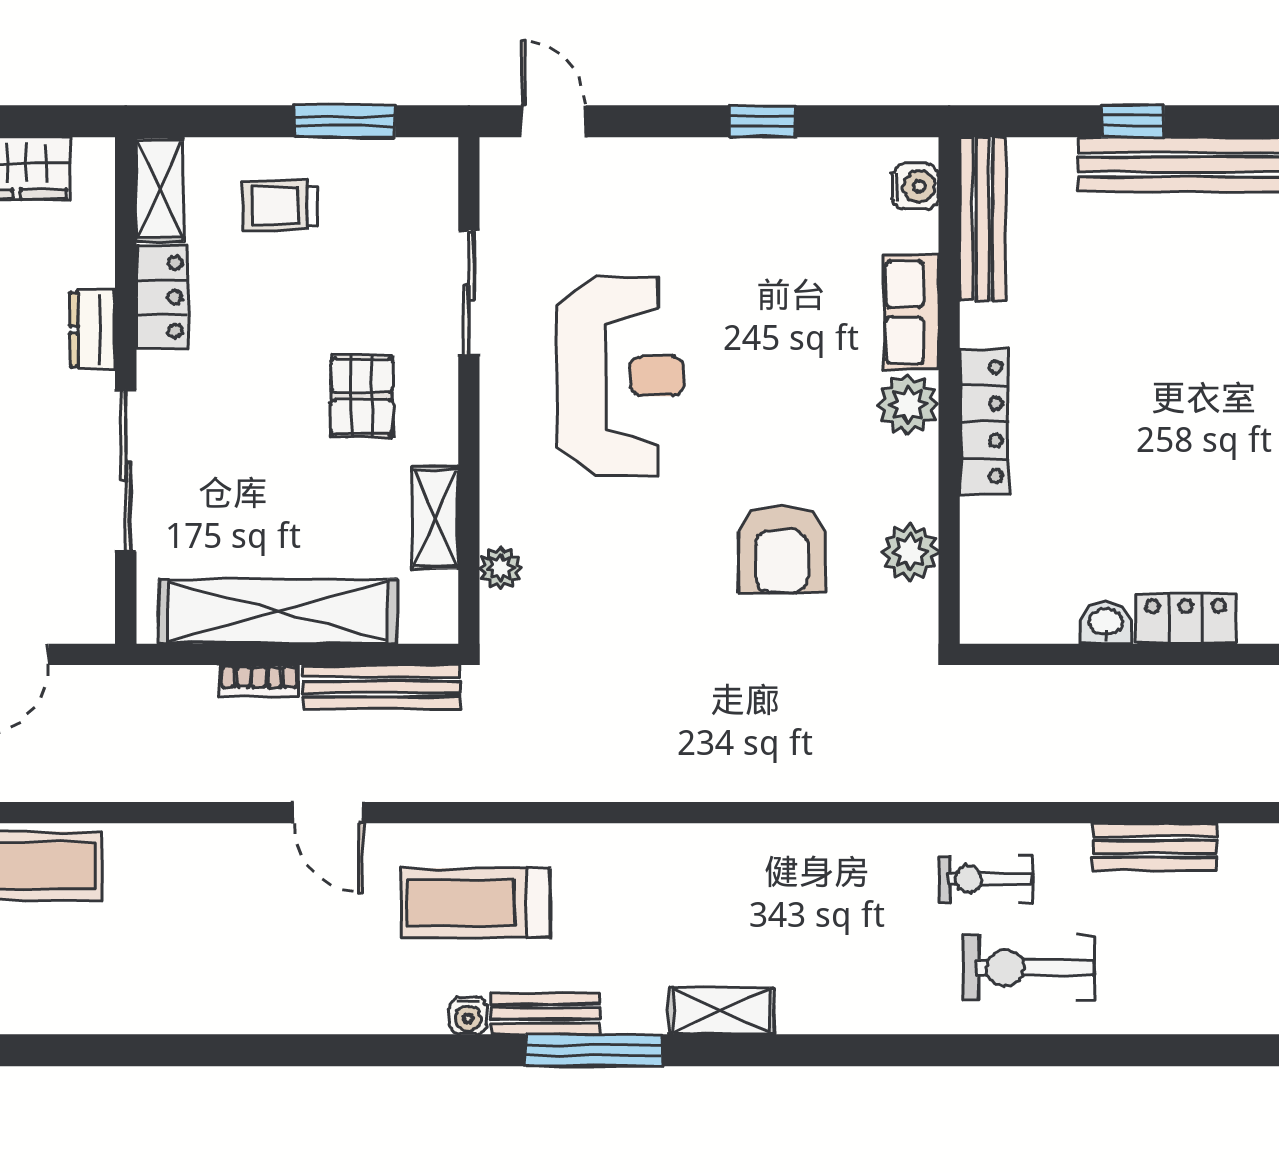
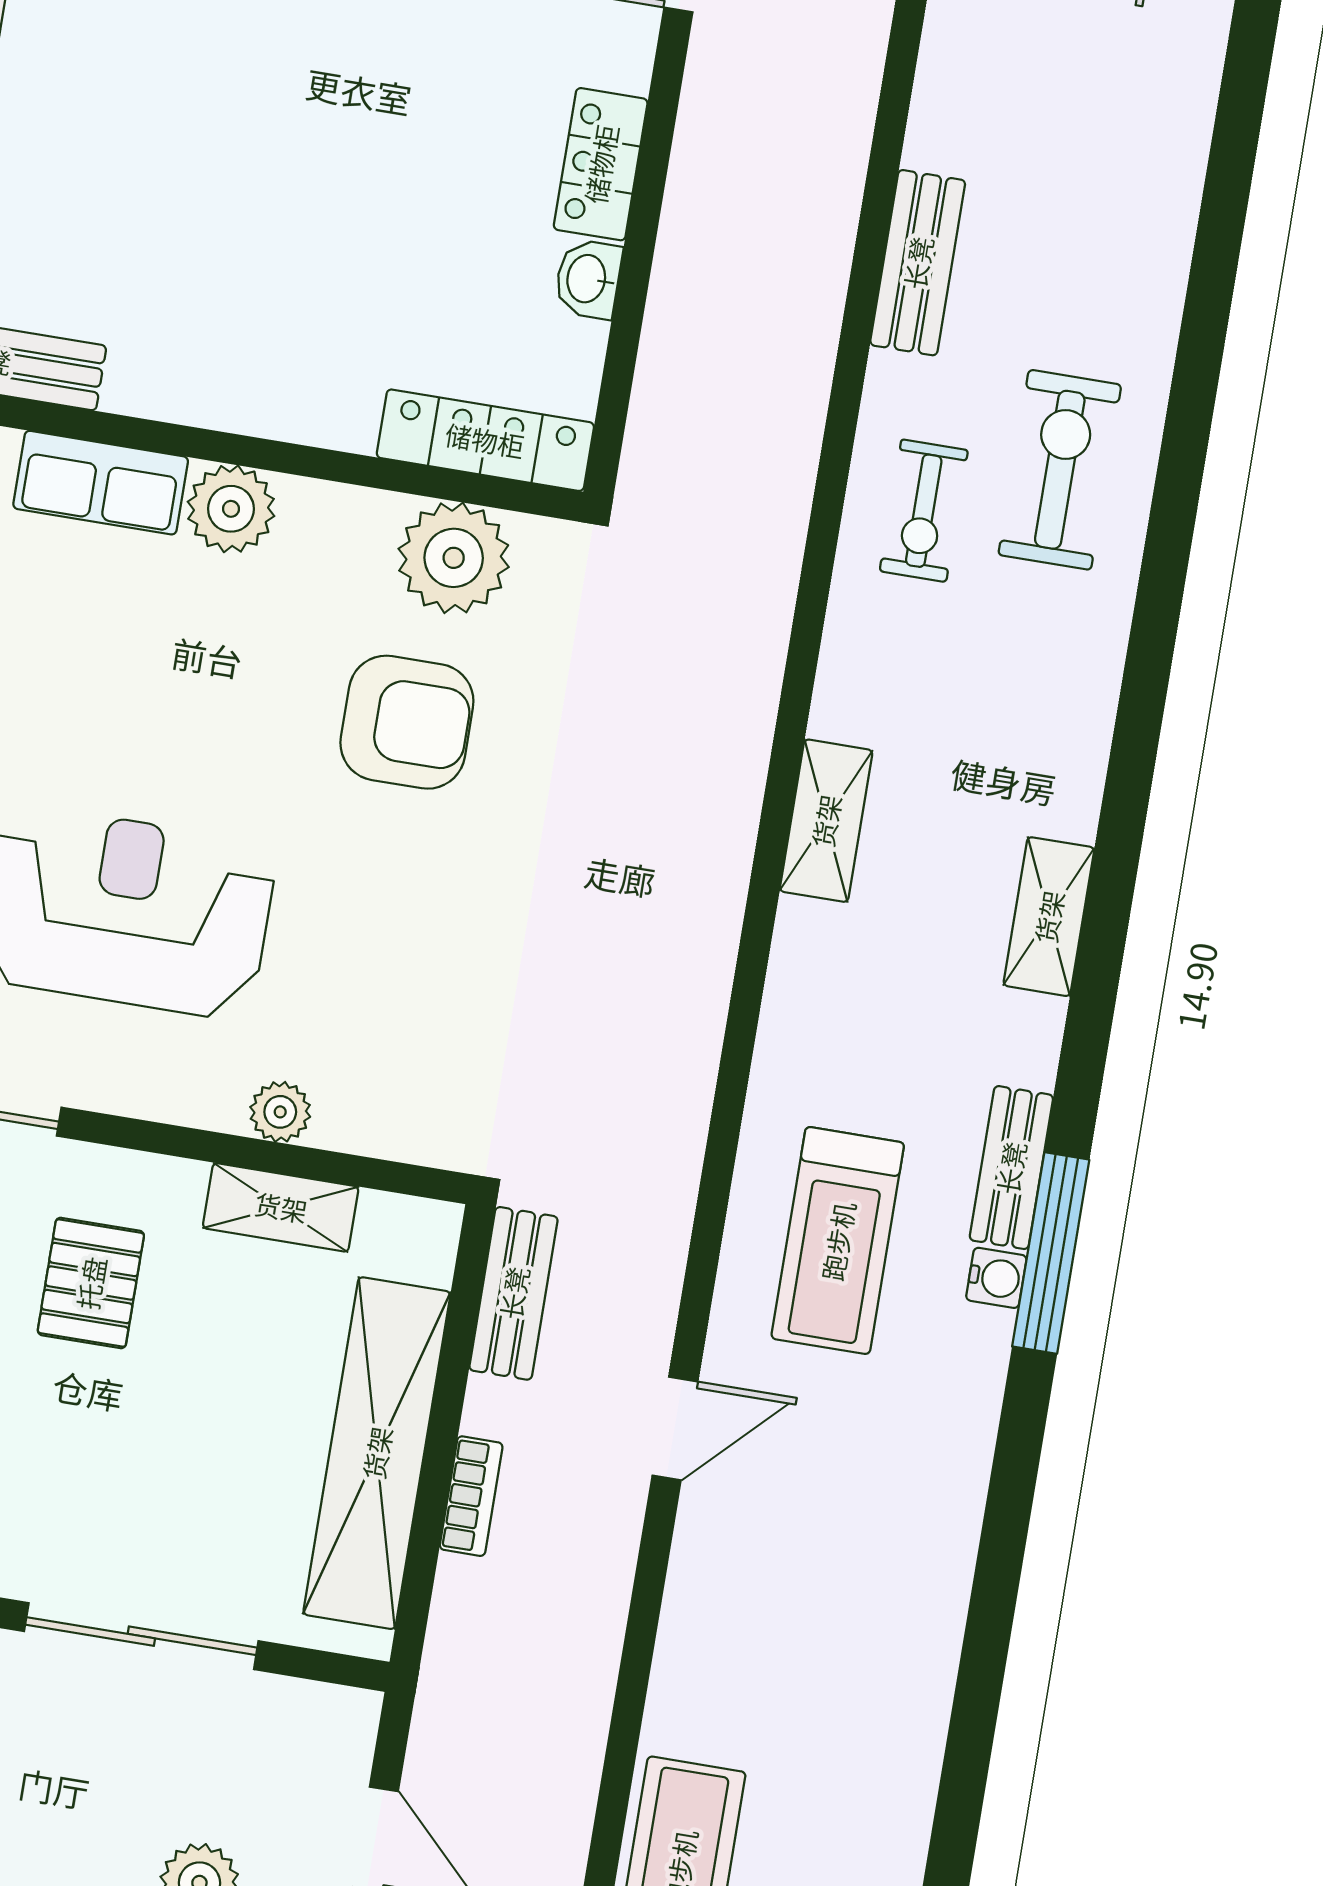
pallet: (362, 396) -> (91, 1283), turned 90
locker: (984, 422) -> (485, 440), moved
plant: (910, 552) -> (454, 558), width x1.36, depth x1.36
plant: (501, 568) -> (280, 1112), moved
bench: (382, 687) -> (514, 1293), width x0.73
shelving: (762, 847) -> (826, 821), added
exercise bike: (1029, 968) -> (1060, 470), turned 180
window: (594, 1050) -> (1051, 1253), moved

